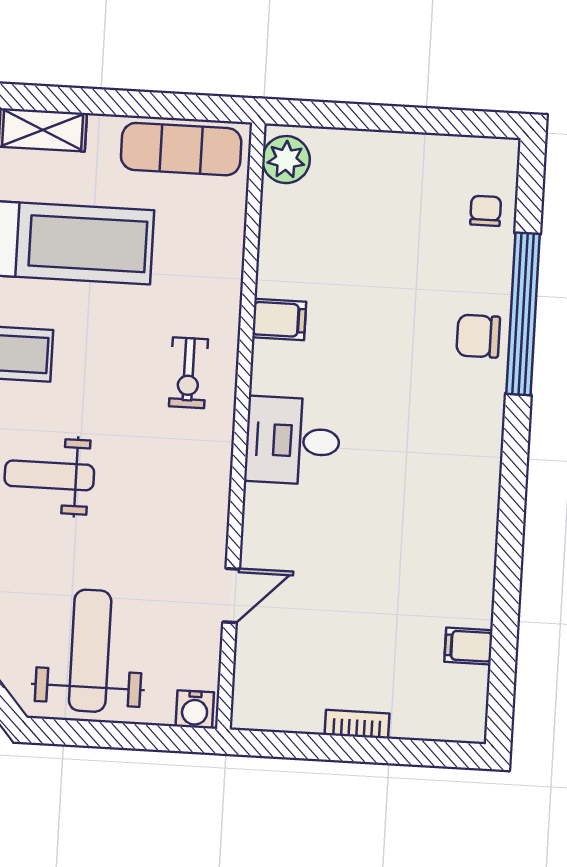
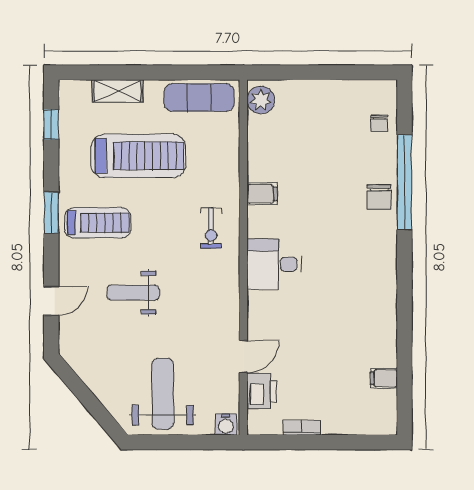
chair: (486, 211) -> (379, 123), turned 180
chair: (478, 336) -> (379, 197), turned -90
printer: (259, 656) -> (262, 391), added
bookcase: (357, 724) -> (302, 428), moved

